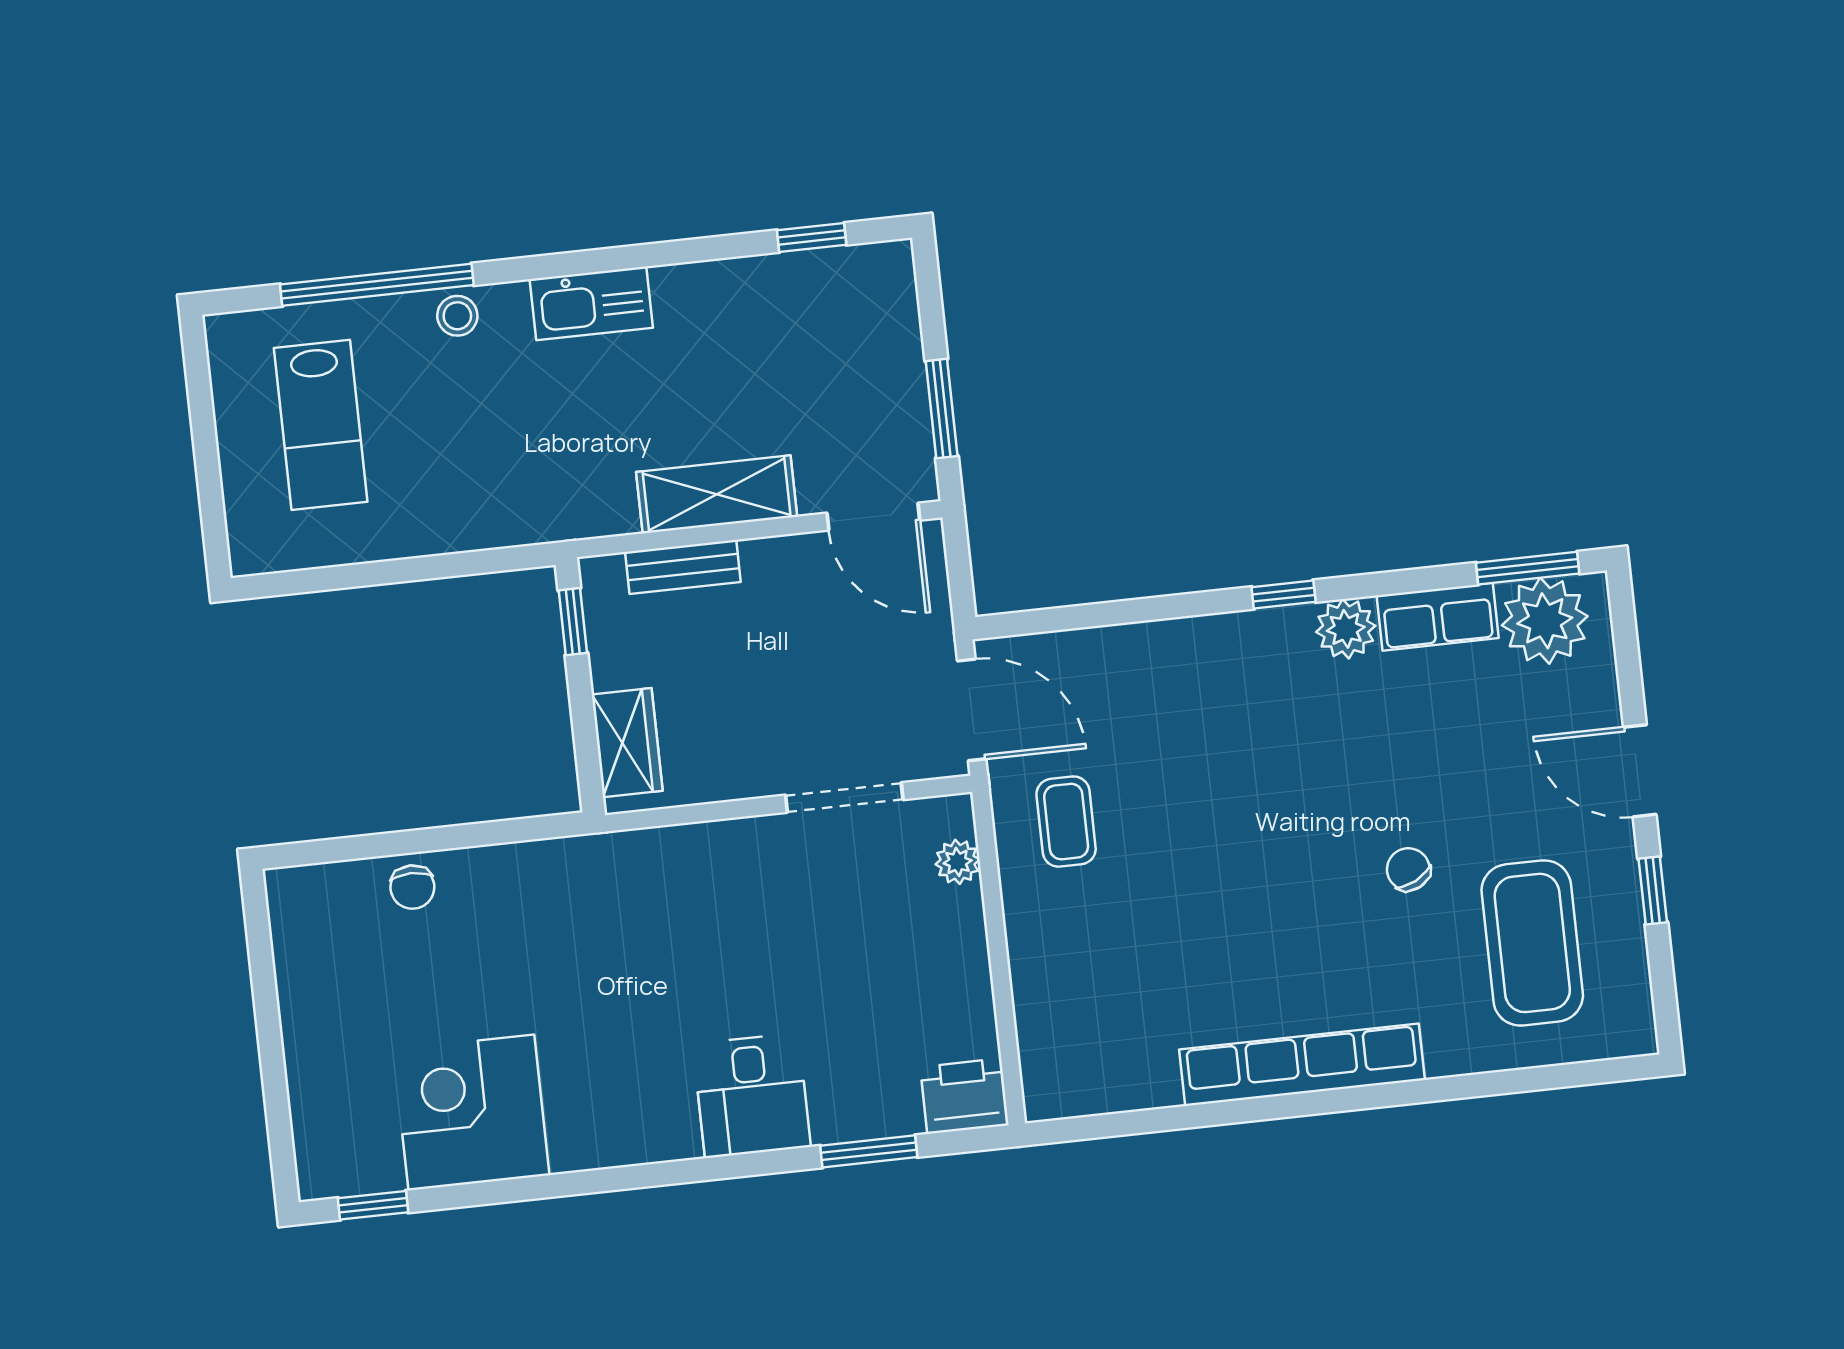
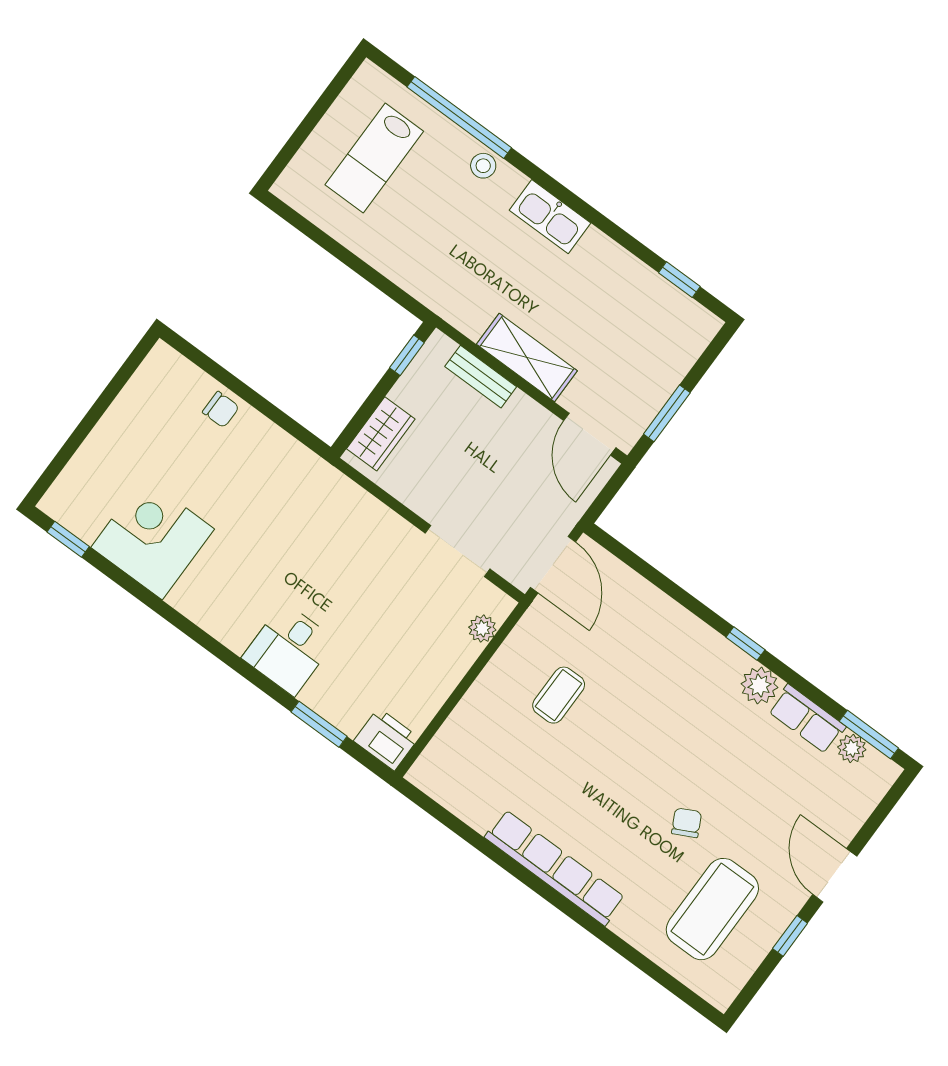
plant: (1545, 621) -> (852, 748), width x0.53, depth x0.53
coffee table: (1066, 822) -> (559, 695), moved
chair: (412, 887) -> (221, 410), turned -90

